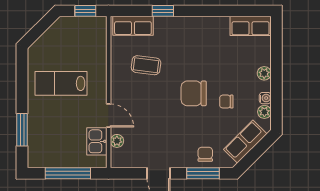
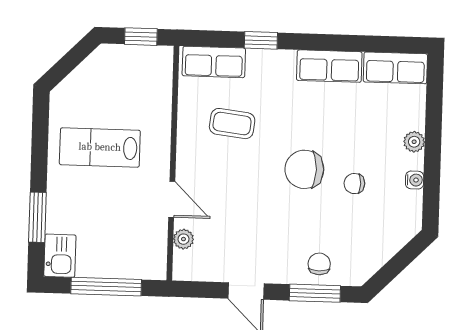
plant: (264, 112) -> (413, 201), removed
kitchen sink: (97, 141) -> (60, 256), moved, turned 180
row of seats: (245, 142) -> (329, 66), moved, turned -135

